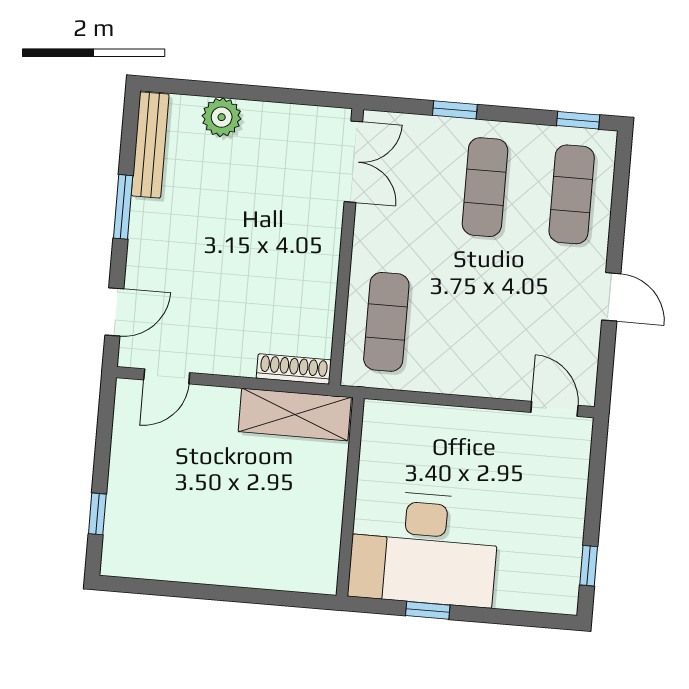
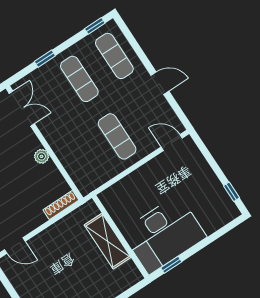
plant: (324, 265) -> (41, 156), added
exercise mat: (386, 322) -> (117, 136), moved
door: (167, 376) -> (15, 246), hinge flipped
shelving: (295, 414) -> (108, 241), moved, turned 90
window: (428, 610) -> (171, 265), moved

